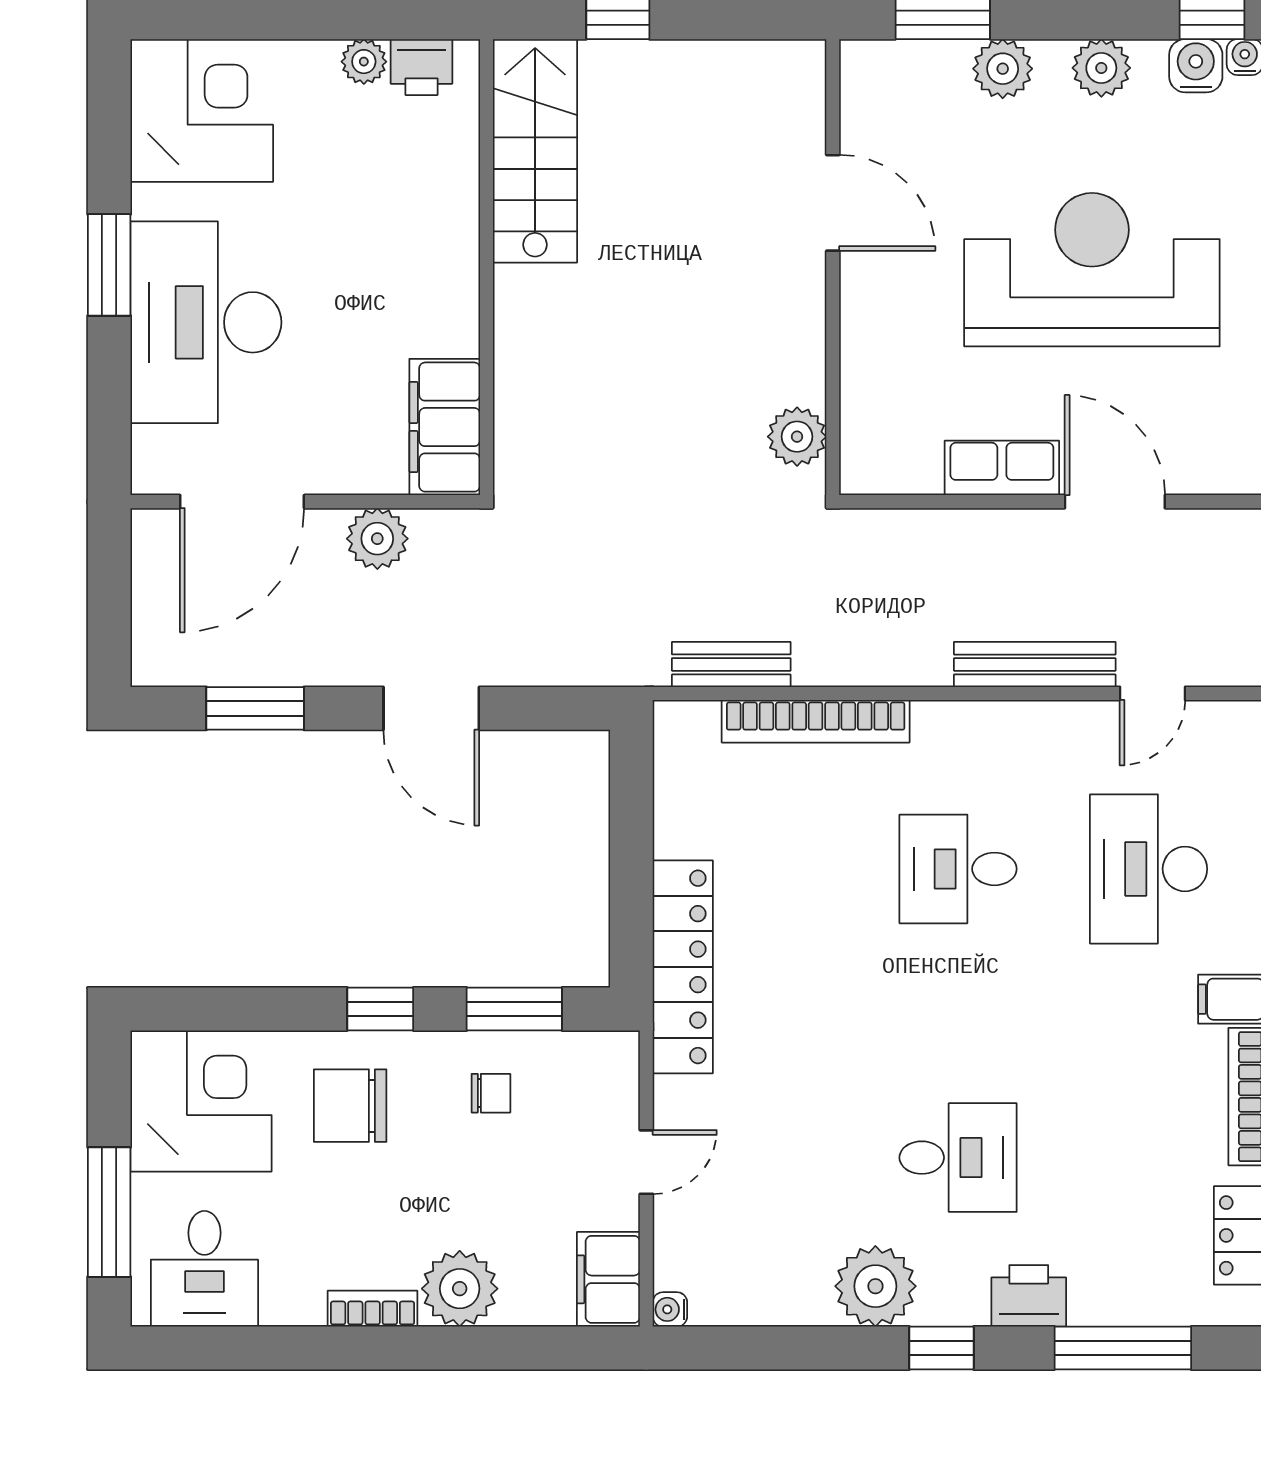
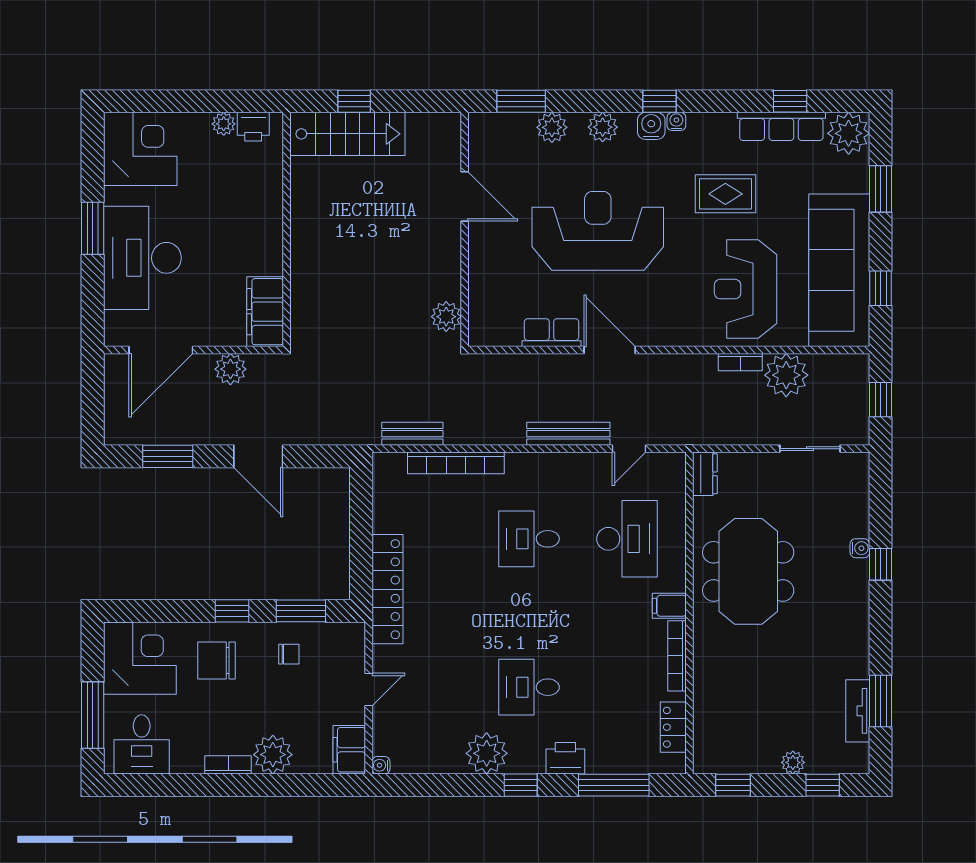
stairs: (535, 151) -> (347, 134), moved, turned 90
desk: (1149, 869) -> (627, 539), turned 180
desk: (958, 1158) -> (529, 687), turned 180

